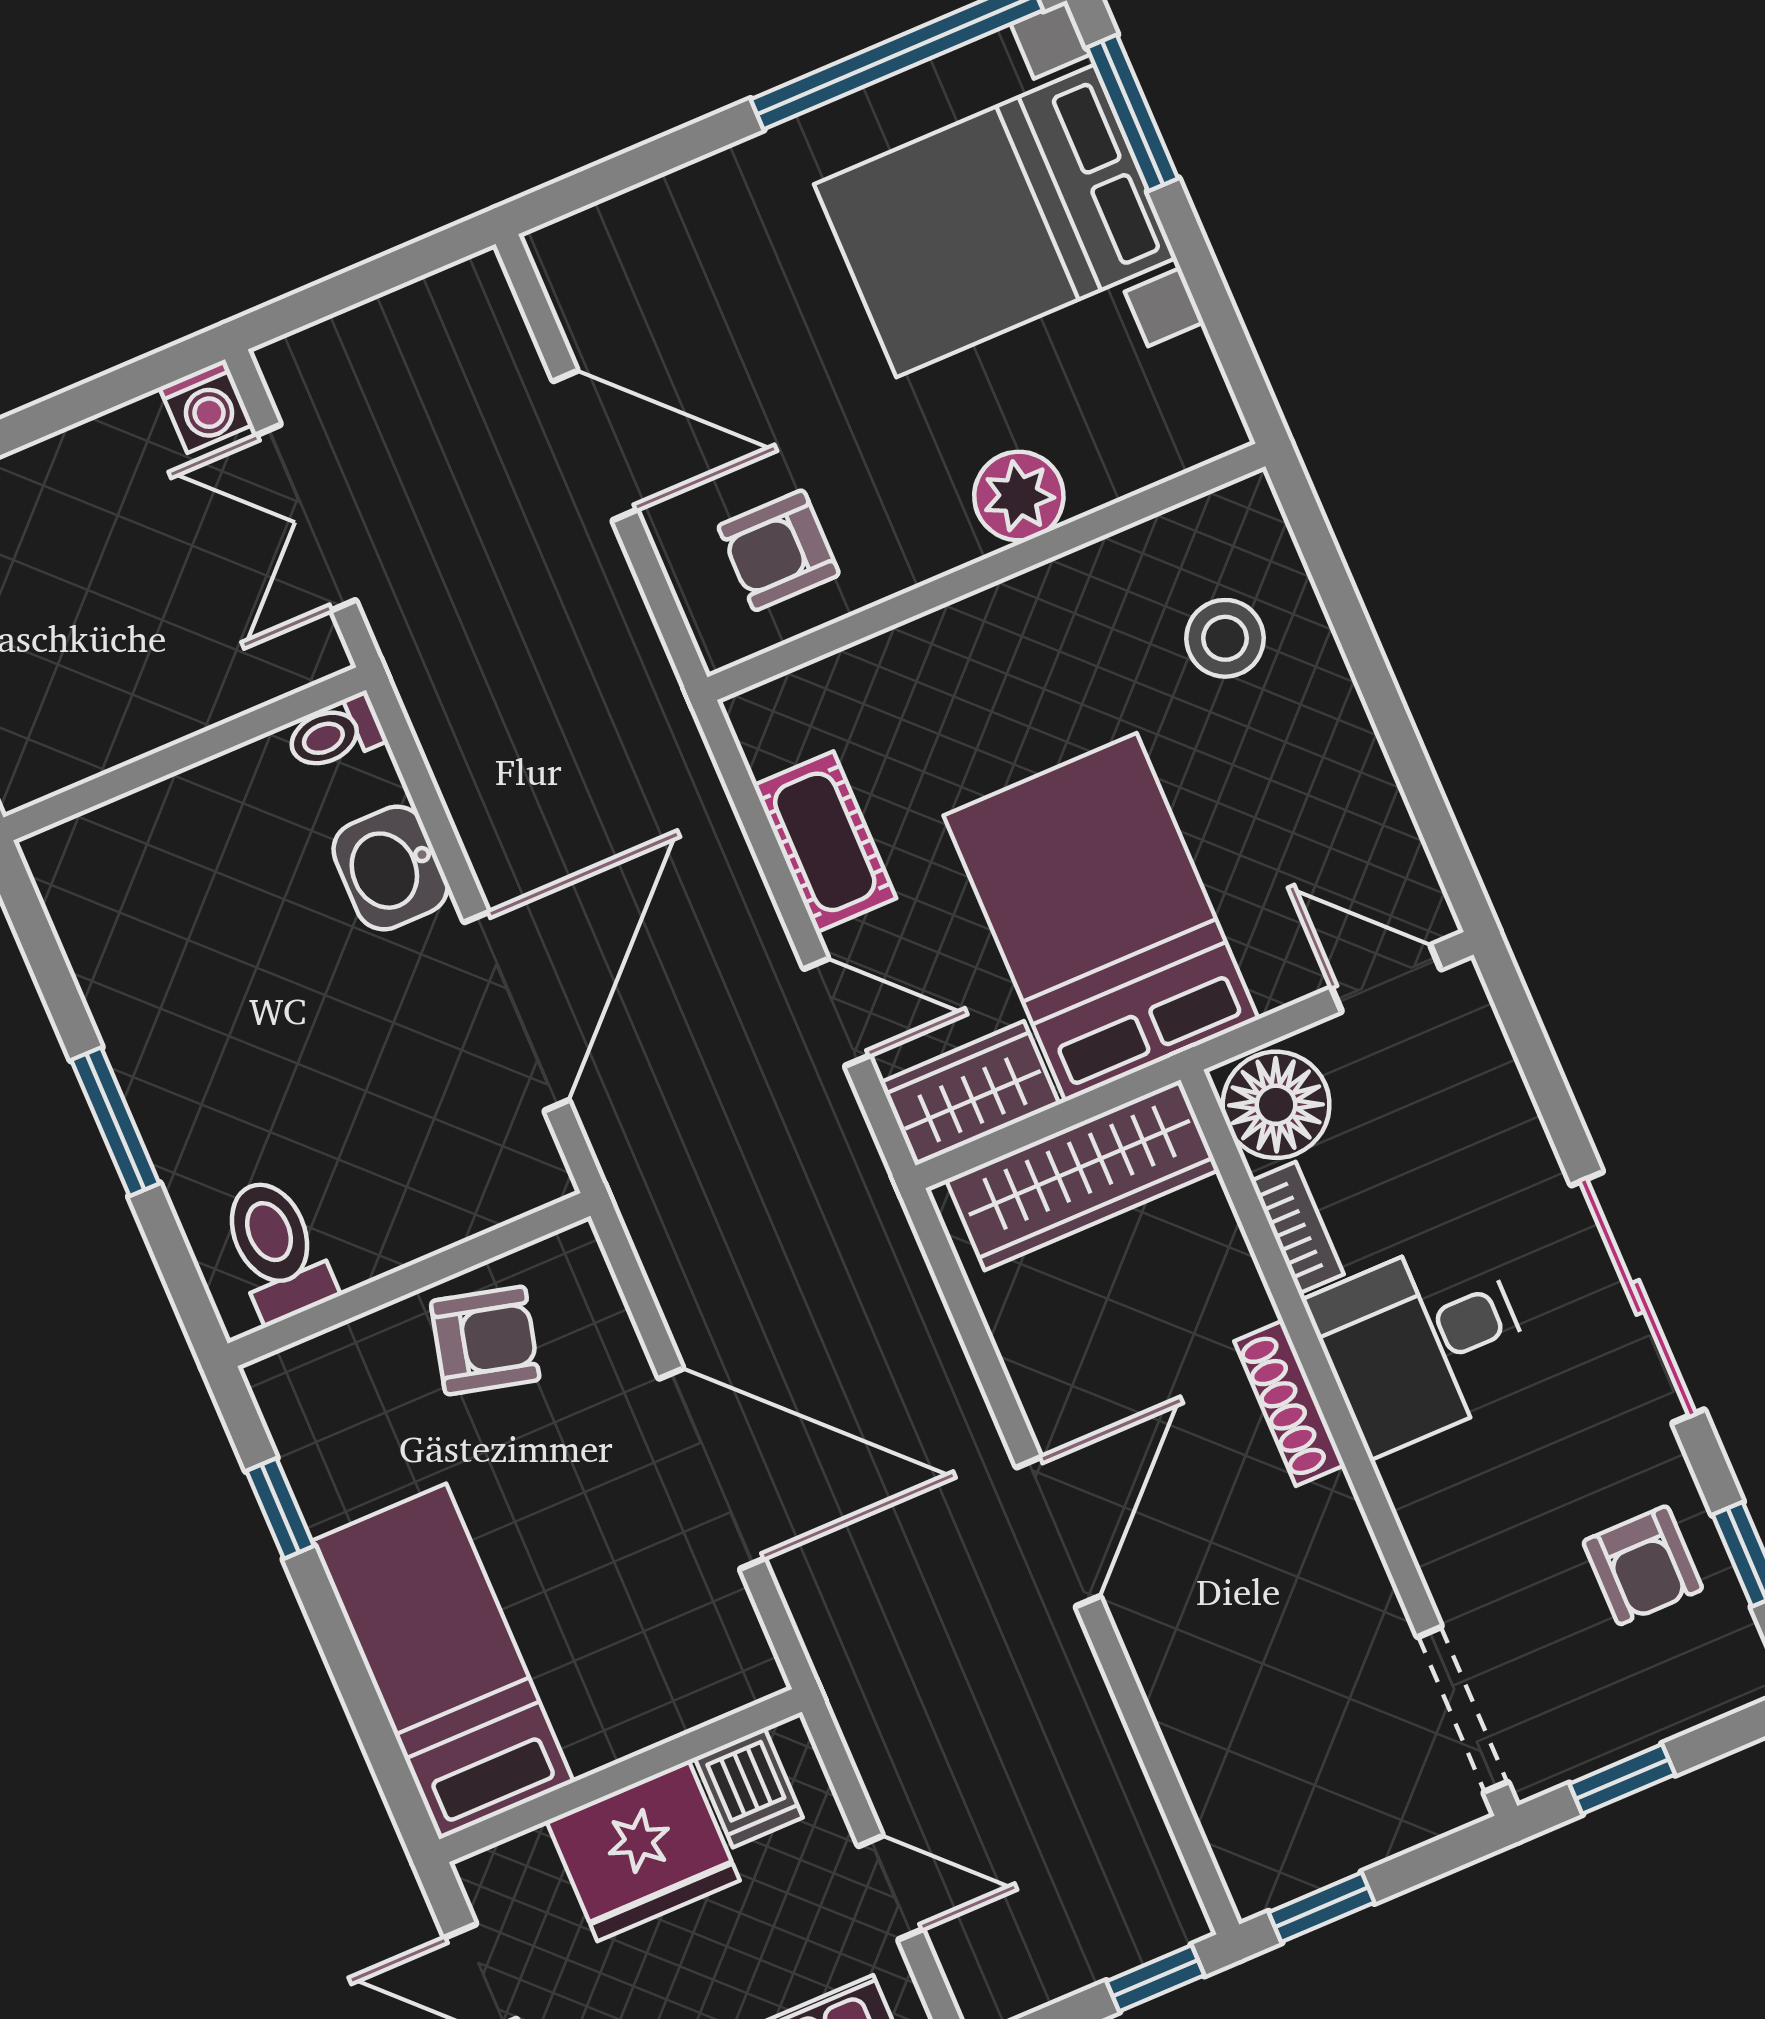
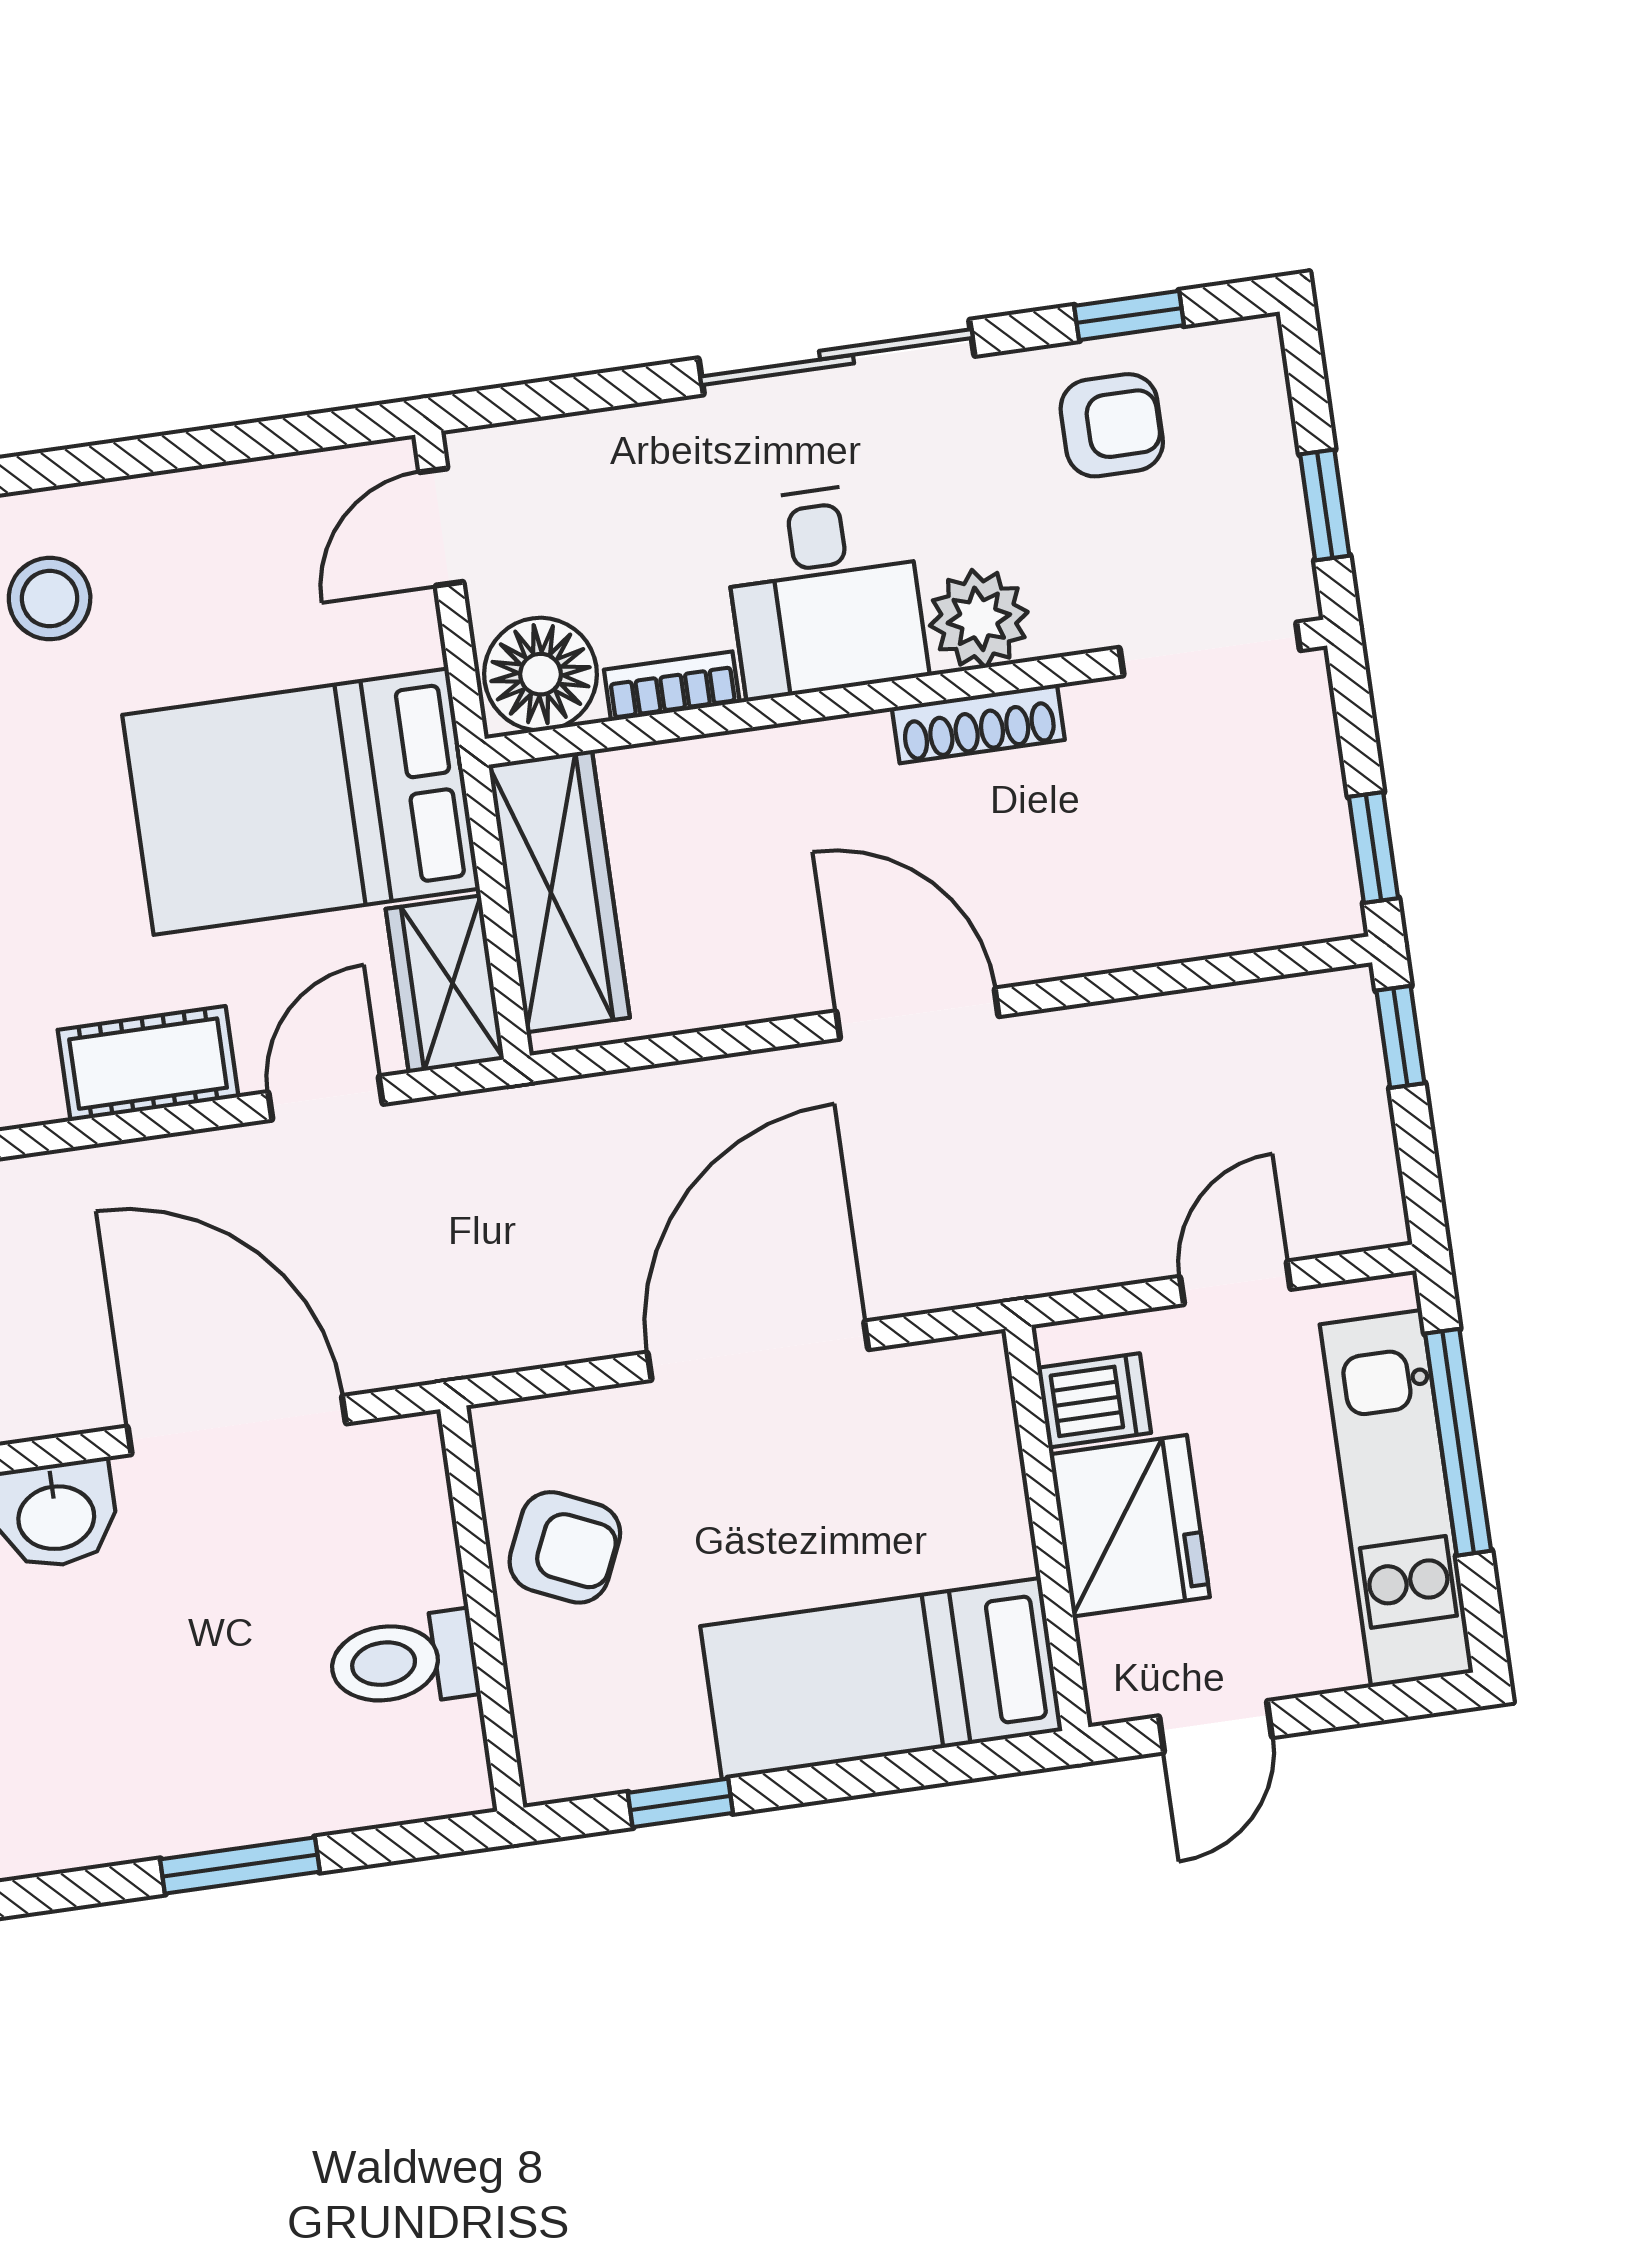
toilet: (276, 1249) -> (404, 1661), moved
armchair: (485, 1341) -> (565, 1547), turned 100
shoe rack: (1290, 1403) -> (978, 724), moved
plant: (1434, 1491) -> (979, 619), added

